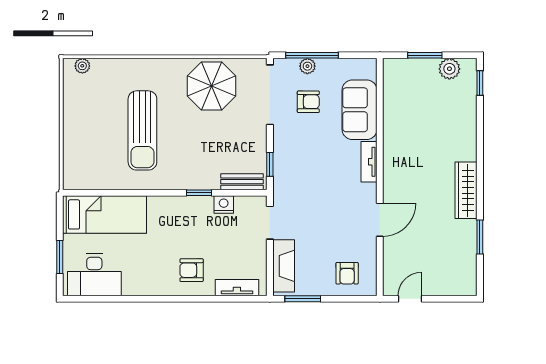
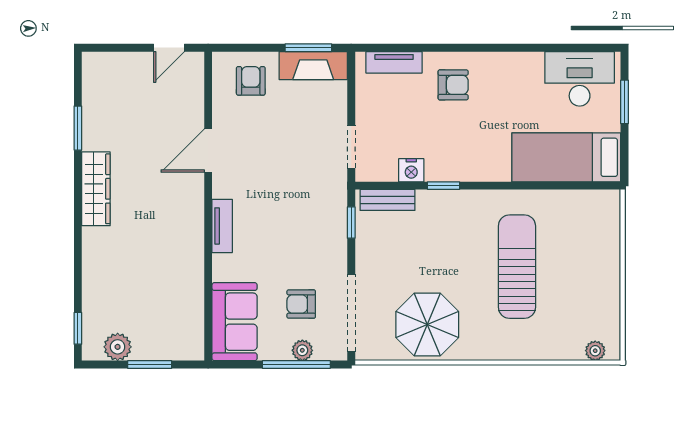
sofa: (360, 110) -> (235, 322), moved
fireplace: (284, 266) -> (313, 66), moved, turned -90

